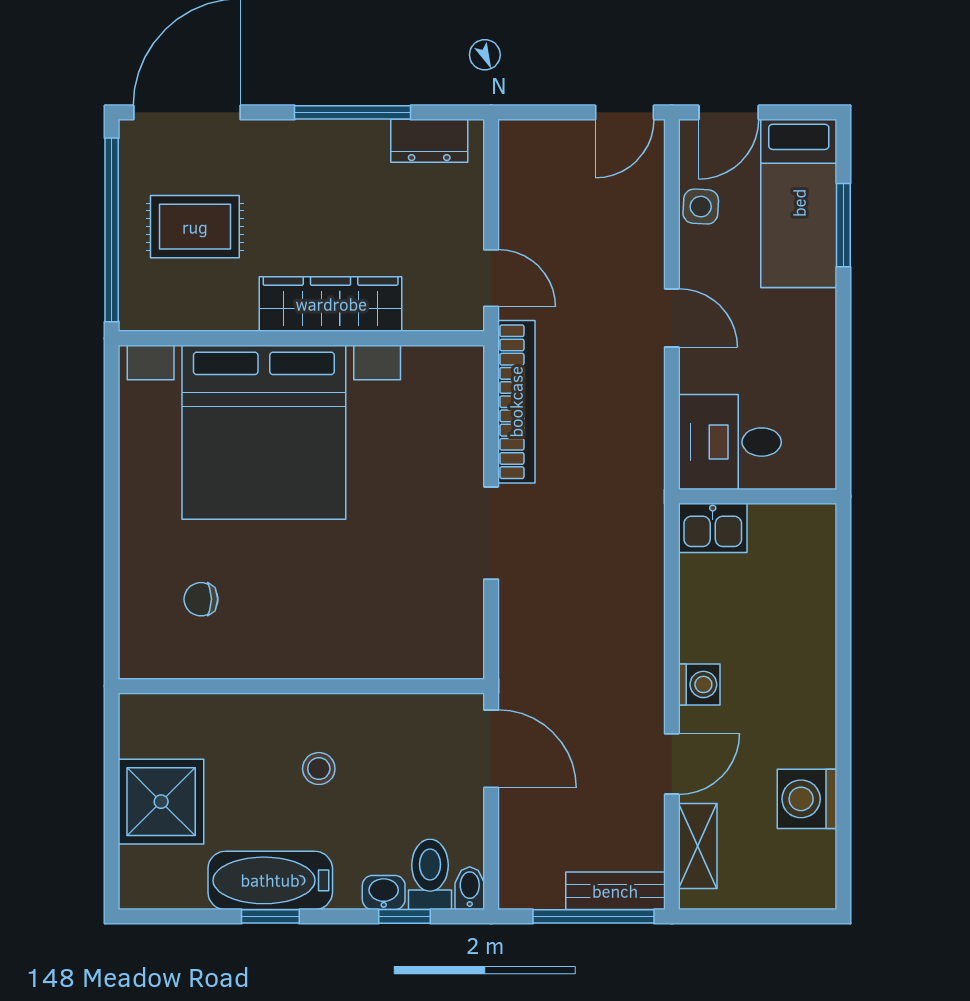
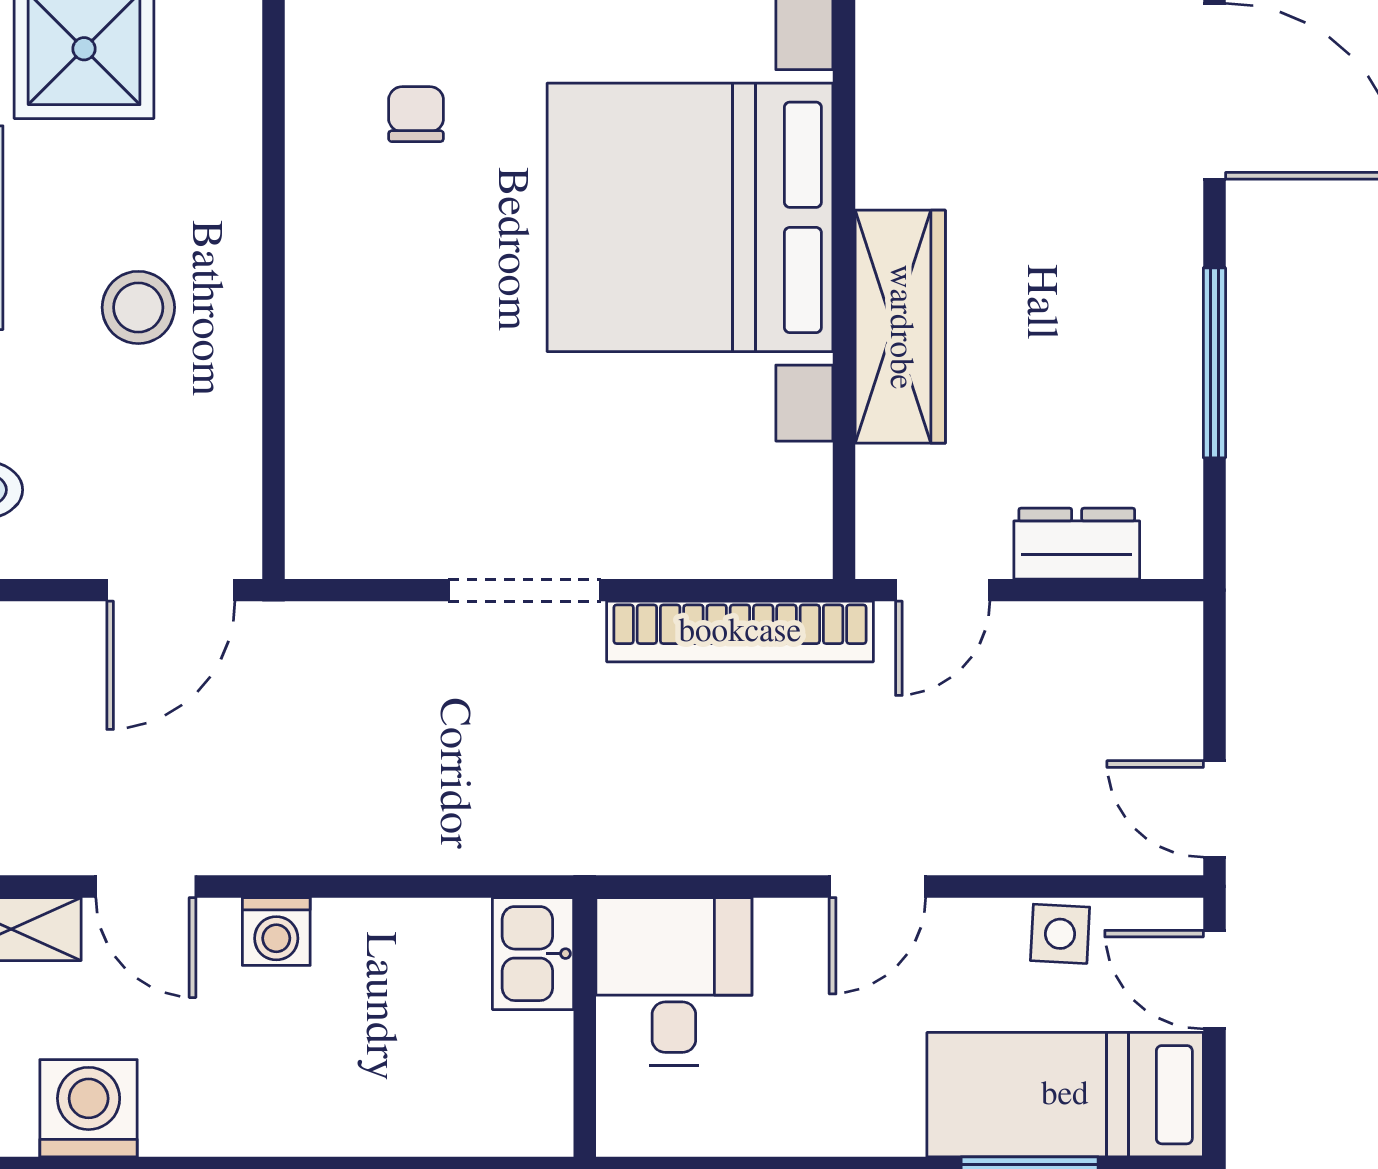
dresser: (429, 141) -> (1077, 544), moved, turned 90
rug: (195, 227) -> (1027, 104), removed
stool: (319, 769) -> (138, 307), width x1.37, depth x1.37

